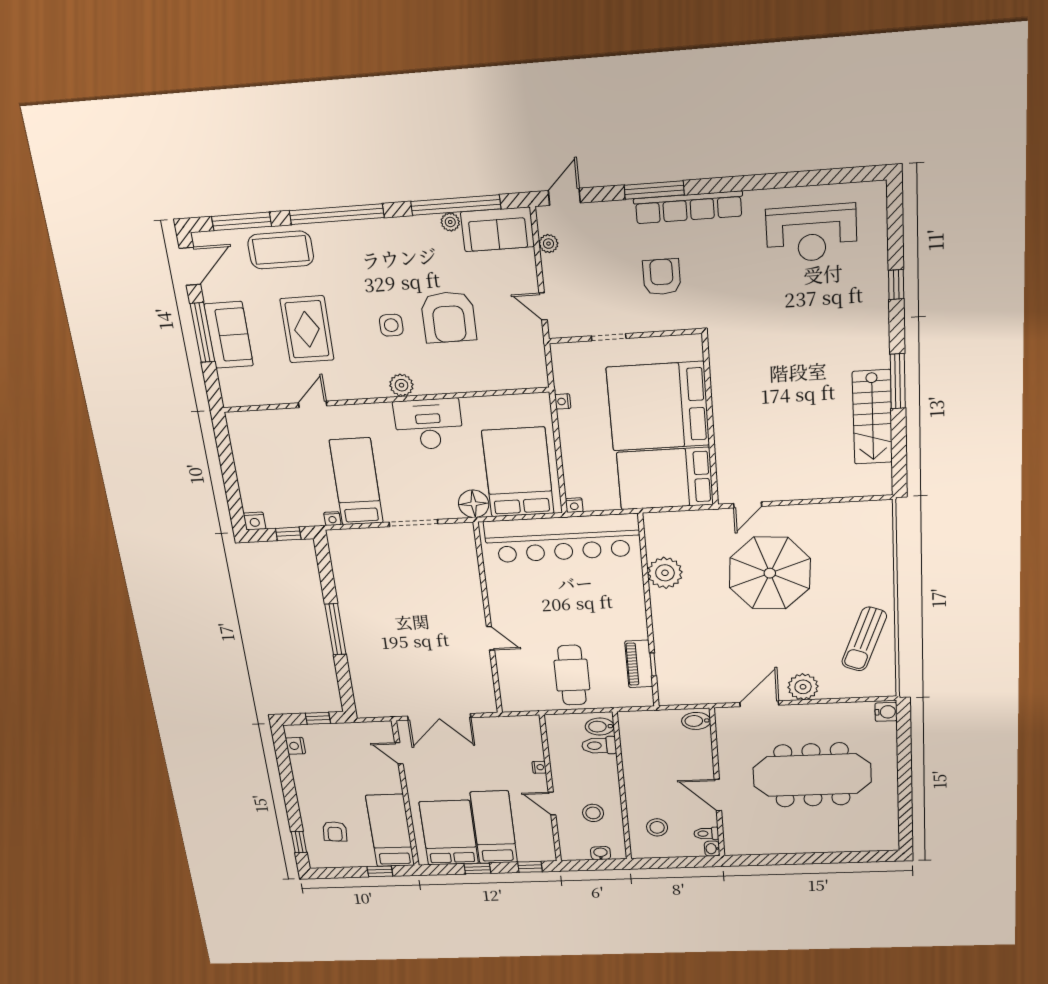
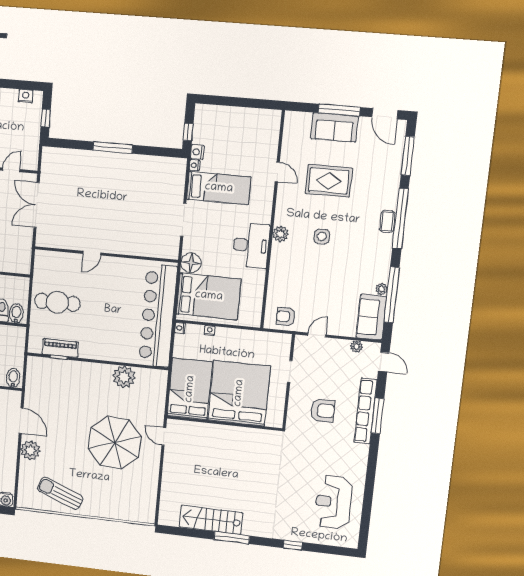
row of seats: (688, 207) -> (366, 411), moved
coffee table: (281, 250) -> (387, 221), moved, width x0.54, depth x0.58
armchair: (449, 317) -> (286, 317), moved, width x0.53, depth x0.53
nightstand: (563, 401) -> (210, 330), moved
nightstand: (255, 521) -> (197, 152), moved

